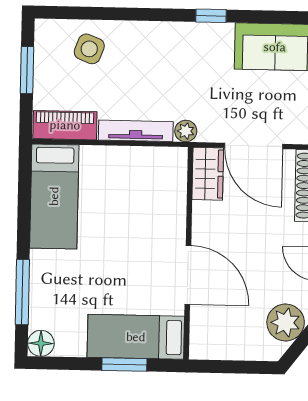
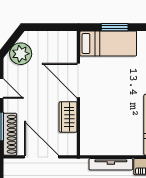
plant: (186, 131) -> (81, 165), removed
wardrobe: (208, 174) -> (68, 117), moved

